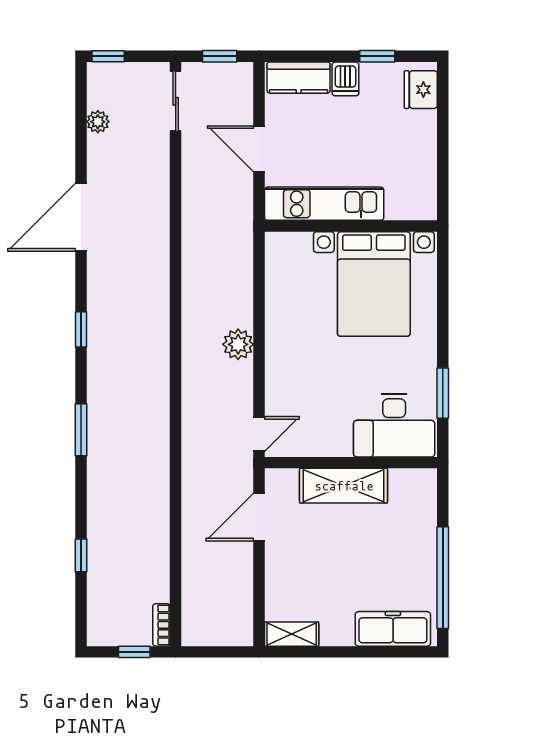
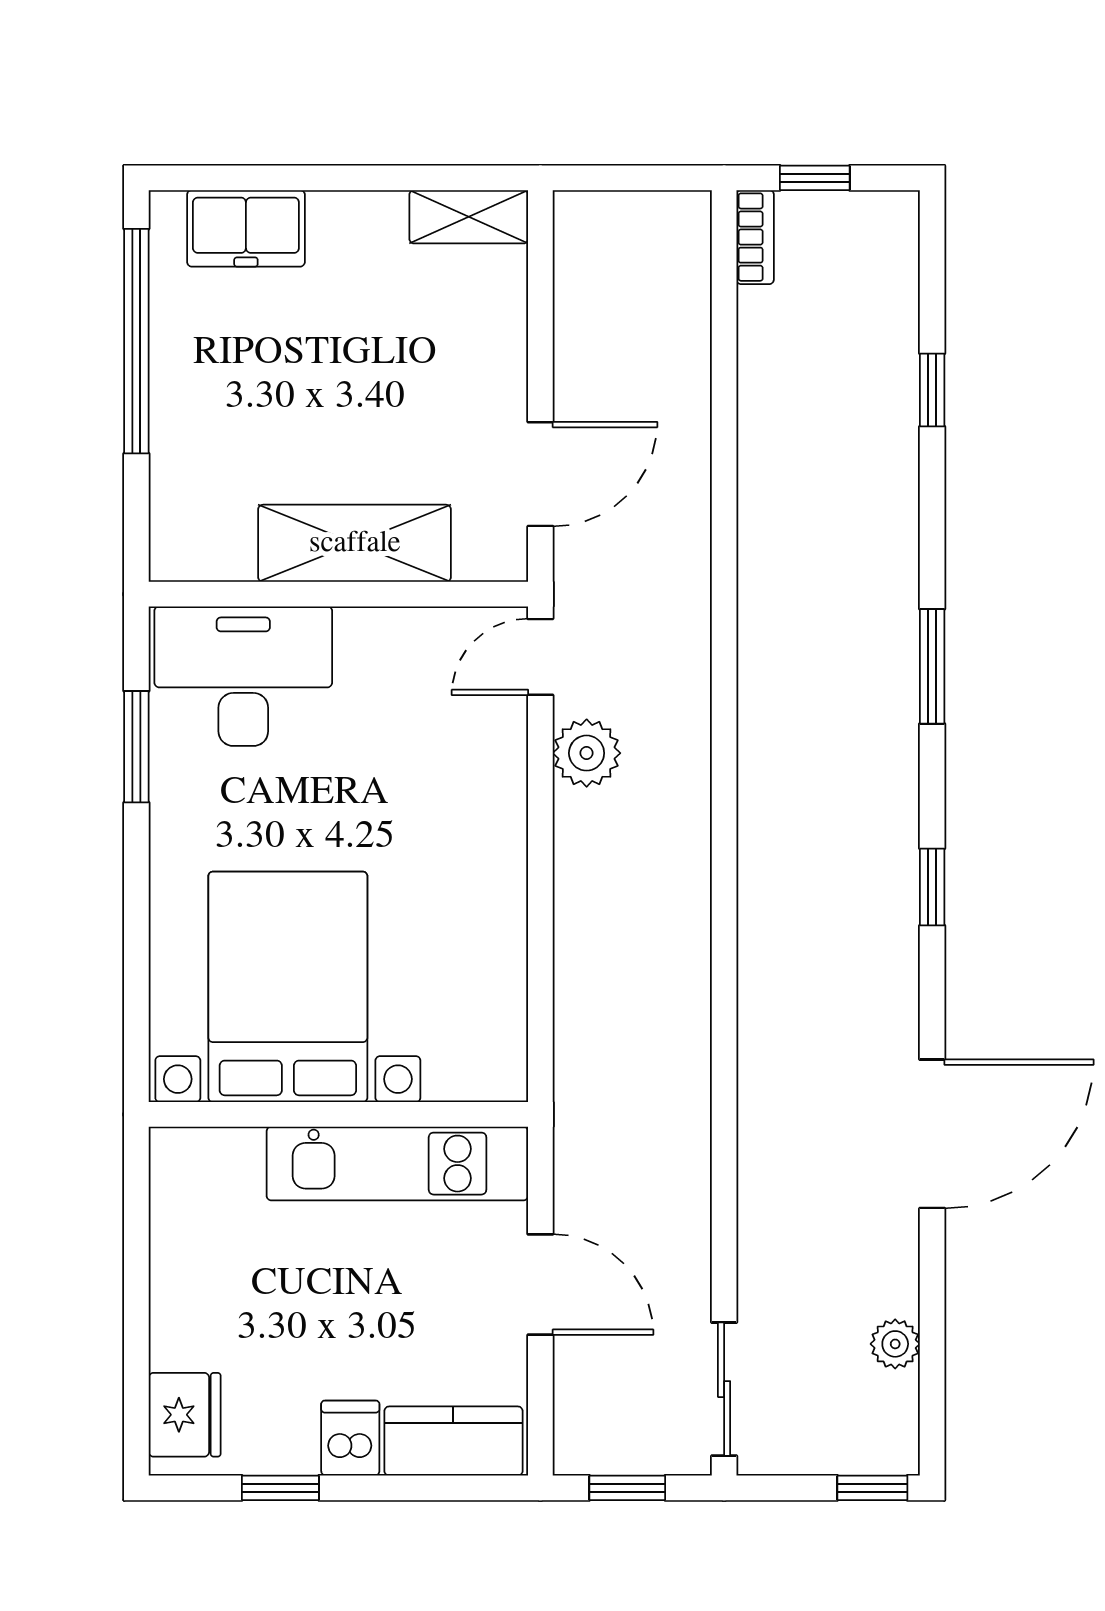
plant: (238, 344) -> (587, 753), moved
freezer: (393, 629) -> (246, 228), width x0.71

